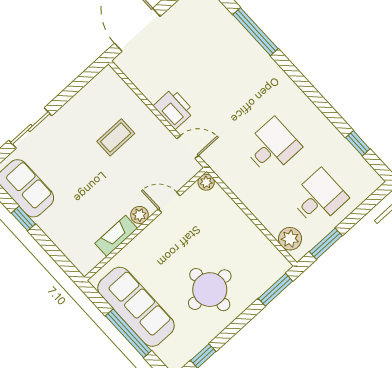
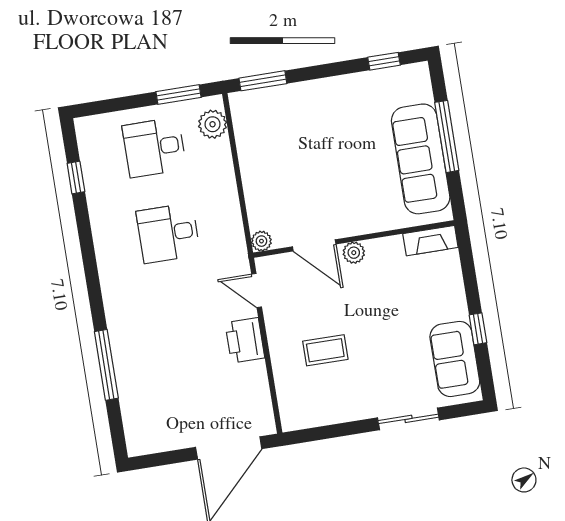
door: (169, 202) -> (314, 245), width x1.38
fireplace: (116, 236) -> (430, 241), moved
round table: (210, 290) -> (332, 126), removed

